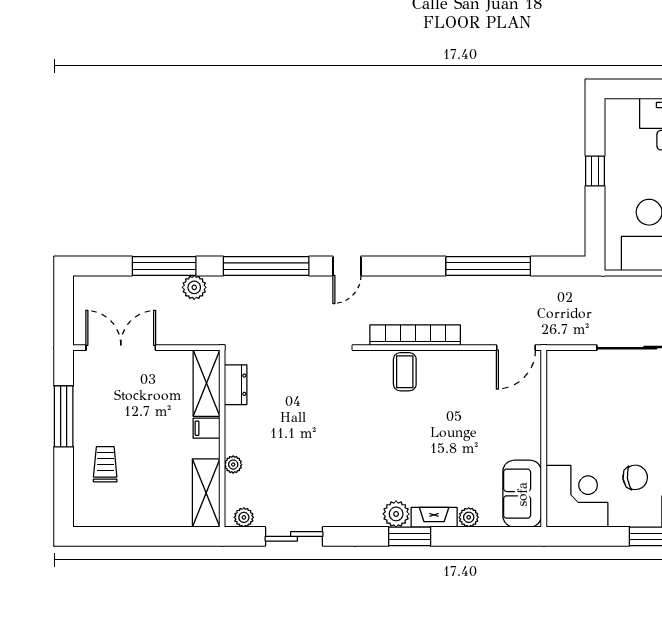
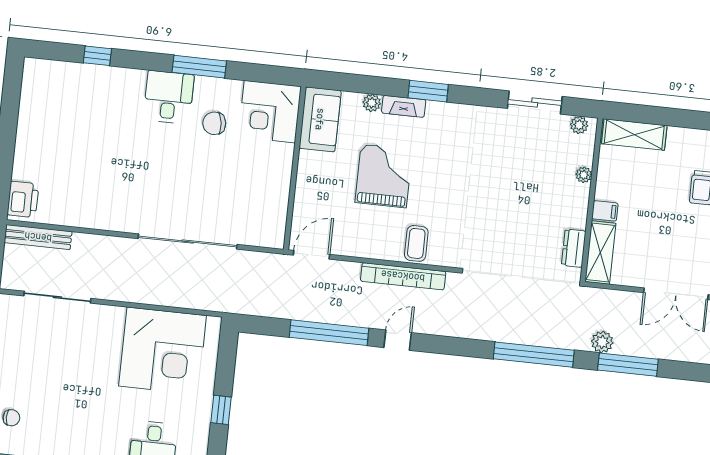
door: (347, 266) -> (398, 340), moved
grand piano: (447, 441) -> (384, 176), added
shelving: (206, 493) -> (634, 135), moved, turned 90
plant: (396, 514) -> (438, 113), removed

